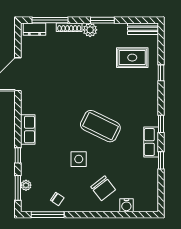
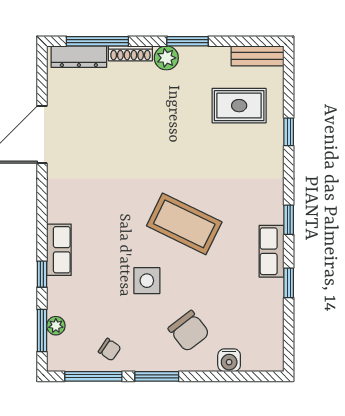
dresser: (34, 29) -> (79, 57), width x1.44
row of seats: (28, 130) -> (59, 250), moved
window: (84, 215) -> (157, 376), added

